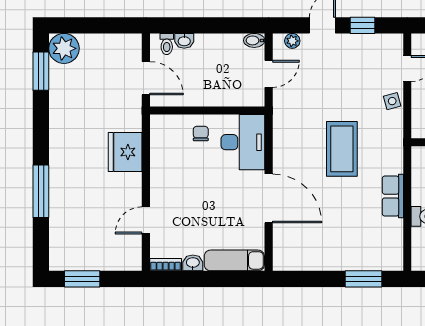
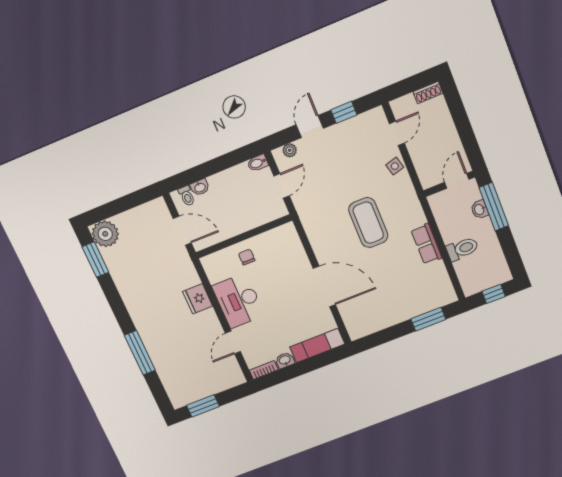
desk: (243, 142) -> (238, 301), moved, turned 180
fridge: (125, 152) -> (198, 299), width x0.73, depth x0.75

